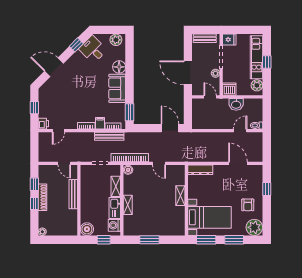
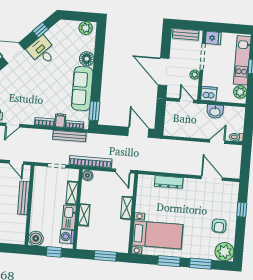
desk: (93, 49) -> (42, 51), moved
sofa: (117, 88) -> (82, 89), width x1.36
shelving: (180, 196) -> (127, 208), moved
wall: (186, 200) -> (133, 214), moved
bed with nightstands: (209, 217) -> (158, 235), moved

